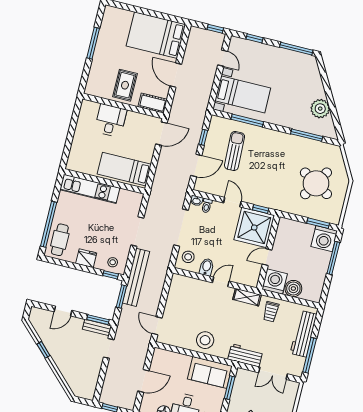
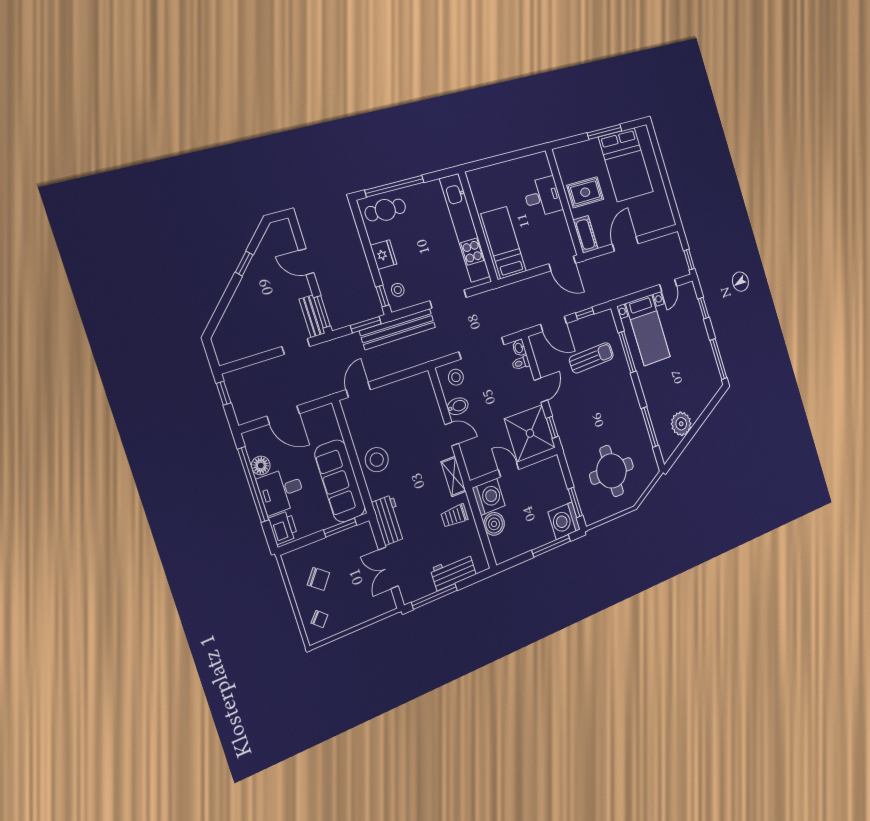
bed: (156, 35) -> (626, 165), moved, turned 180
round table: (316, 183) -> (612, 471), turned -31
kitchen unit: (90, 189) -> (465, 228), width x1.36
workbench: (303, 334) -> (453, 572), width x0.73
sofa: (210, 372) -> (340, 481), width x1.36

